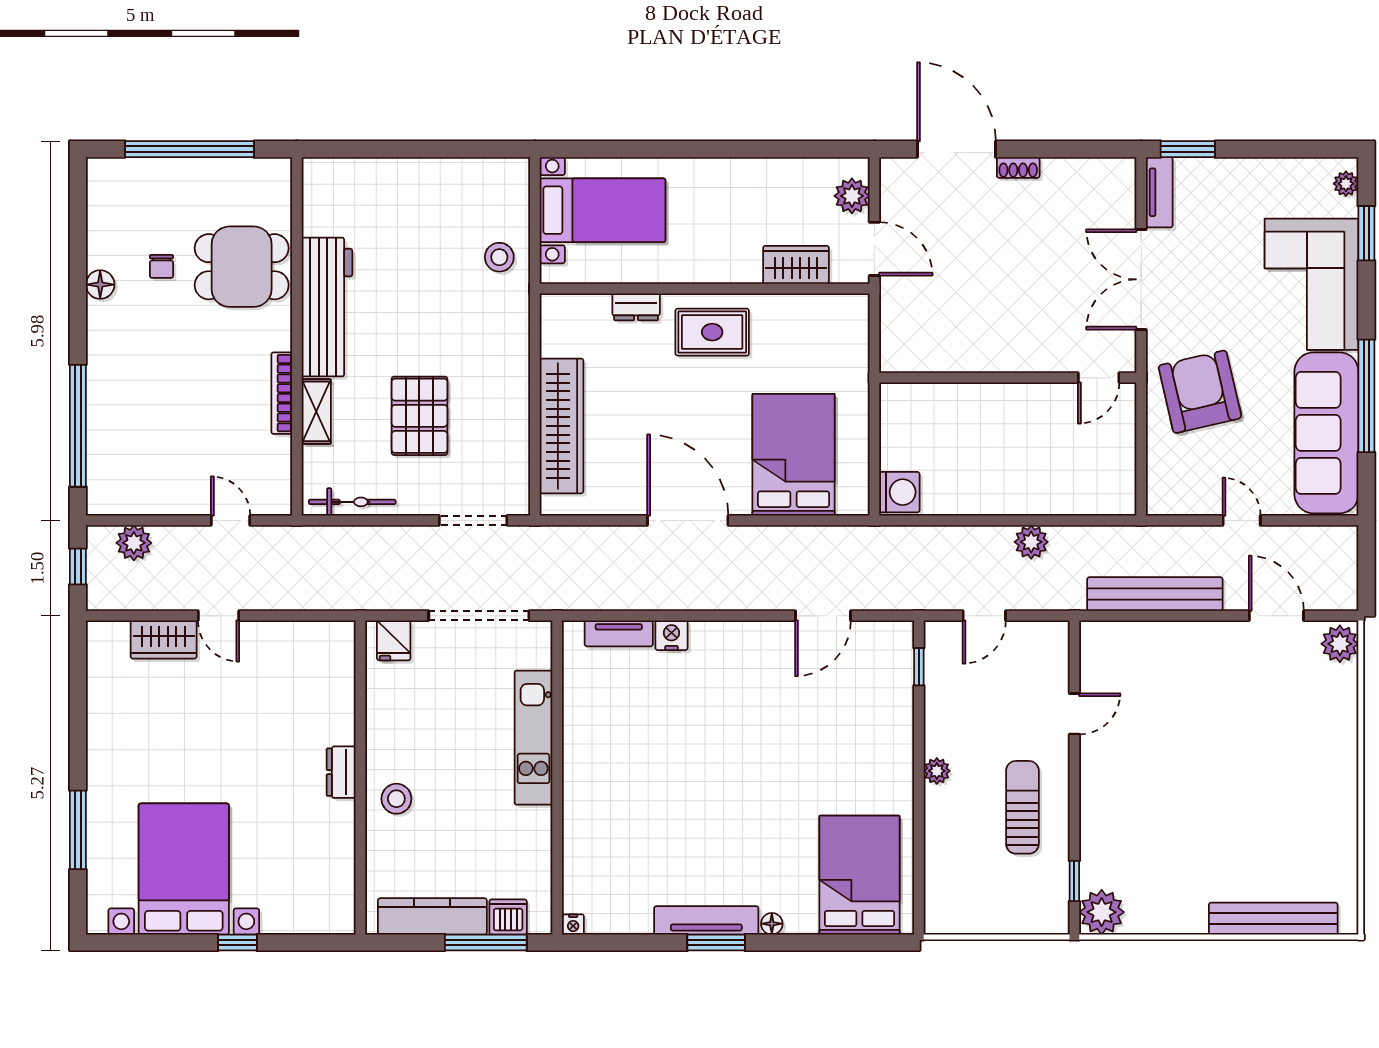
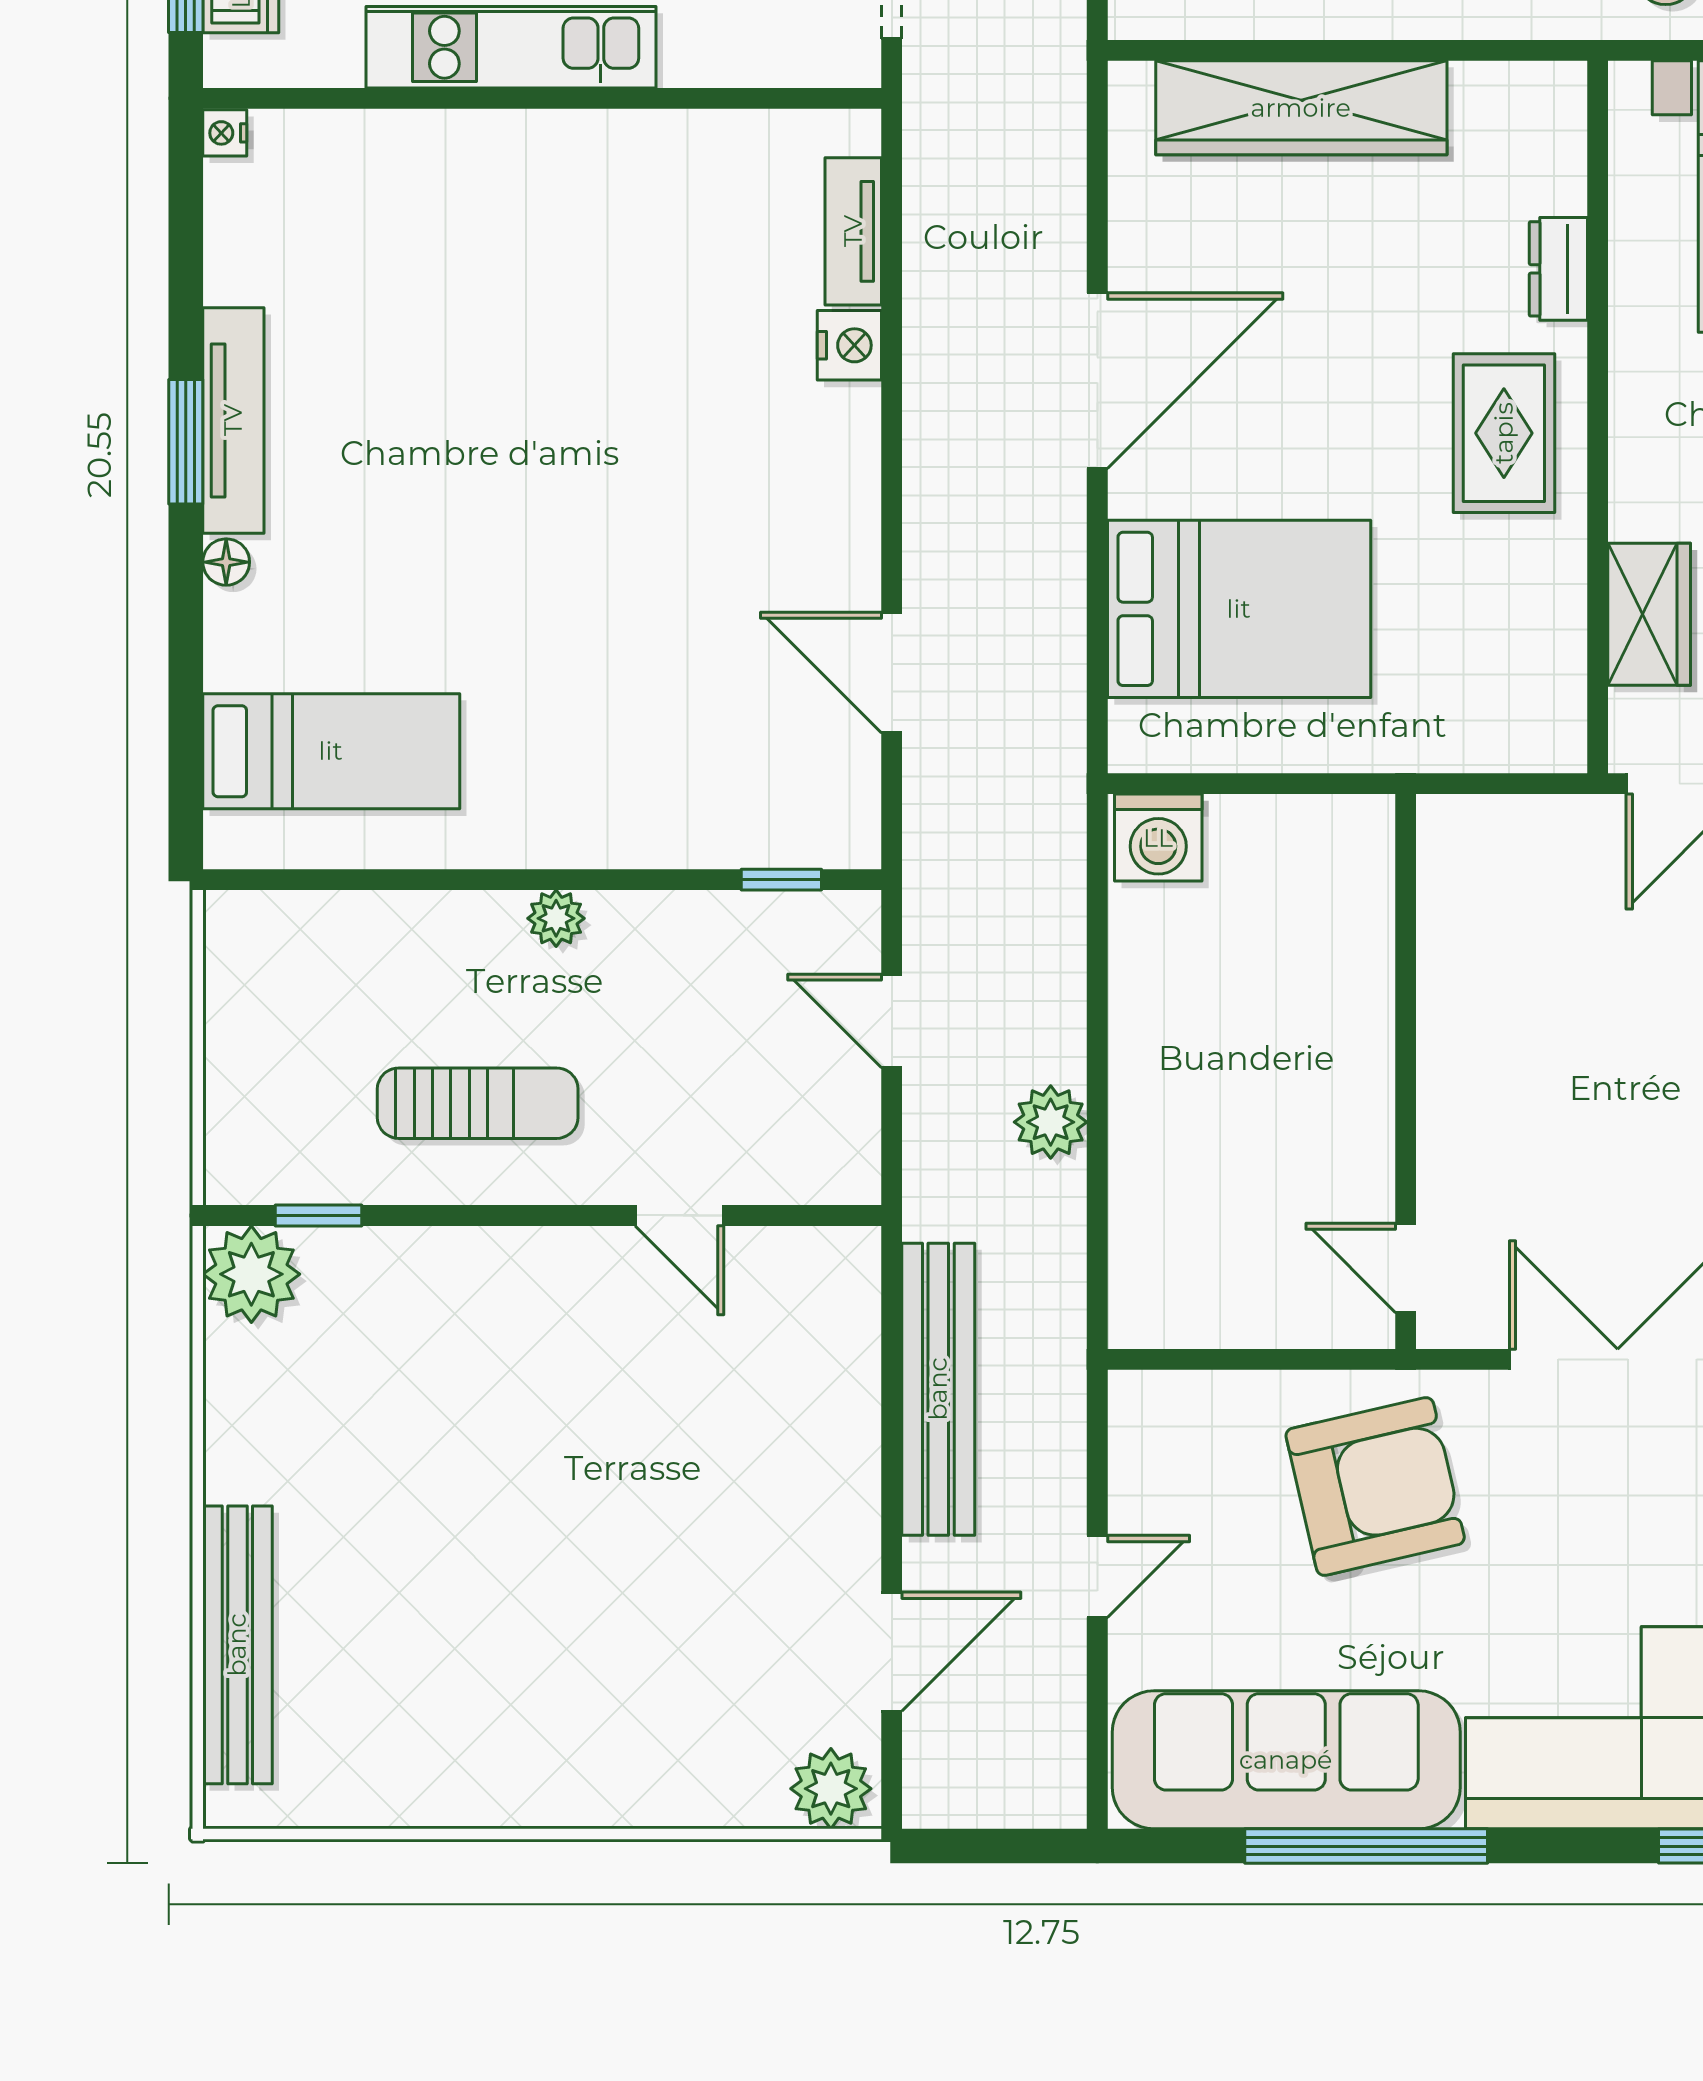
kitchen unit: (533, 738) -> (511, 47), moved
bed: (859, 875) -> (331, 751), width x0.67

